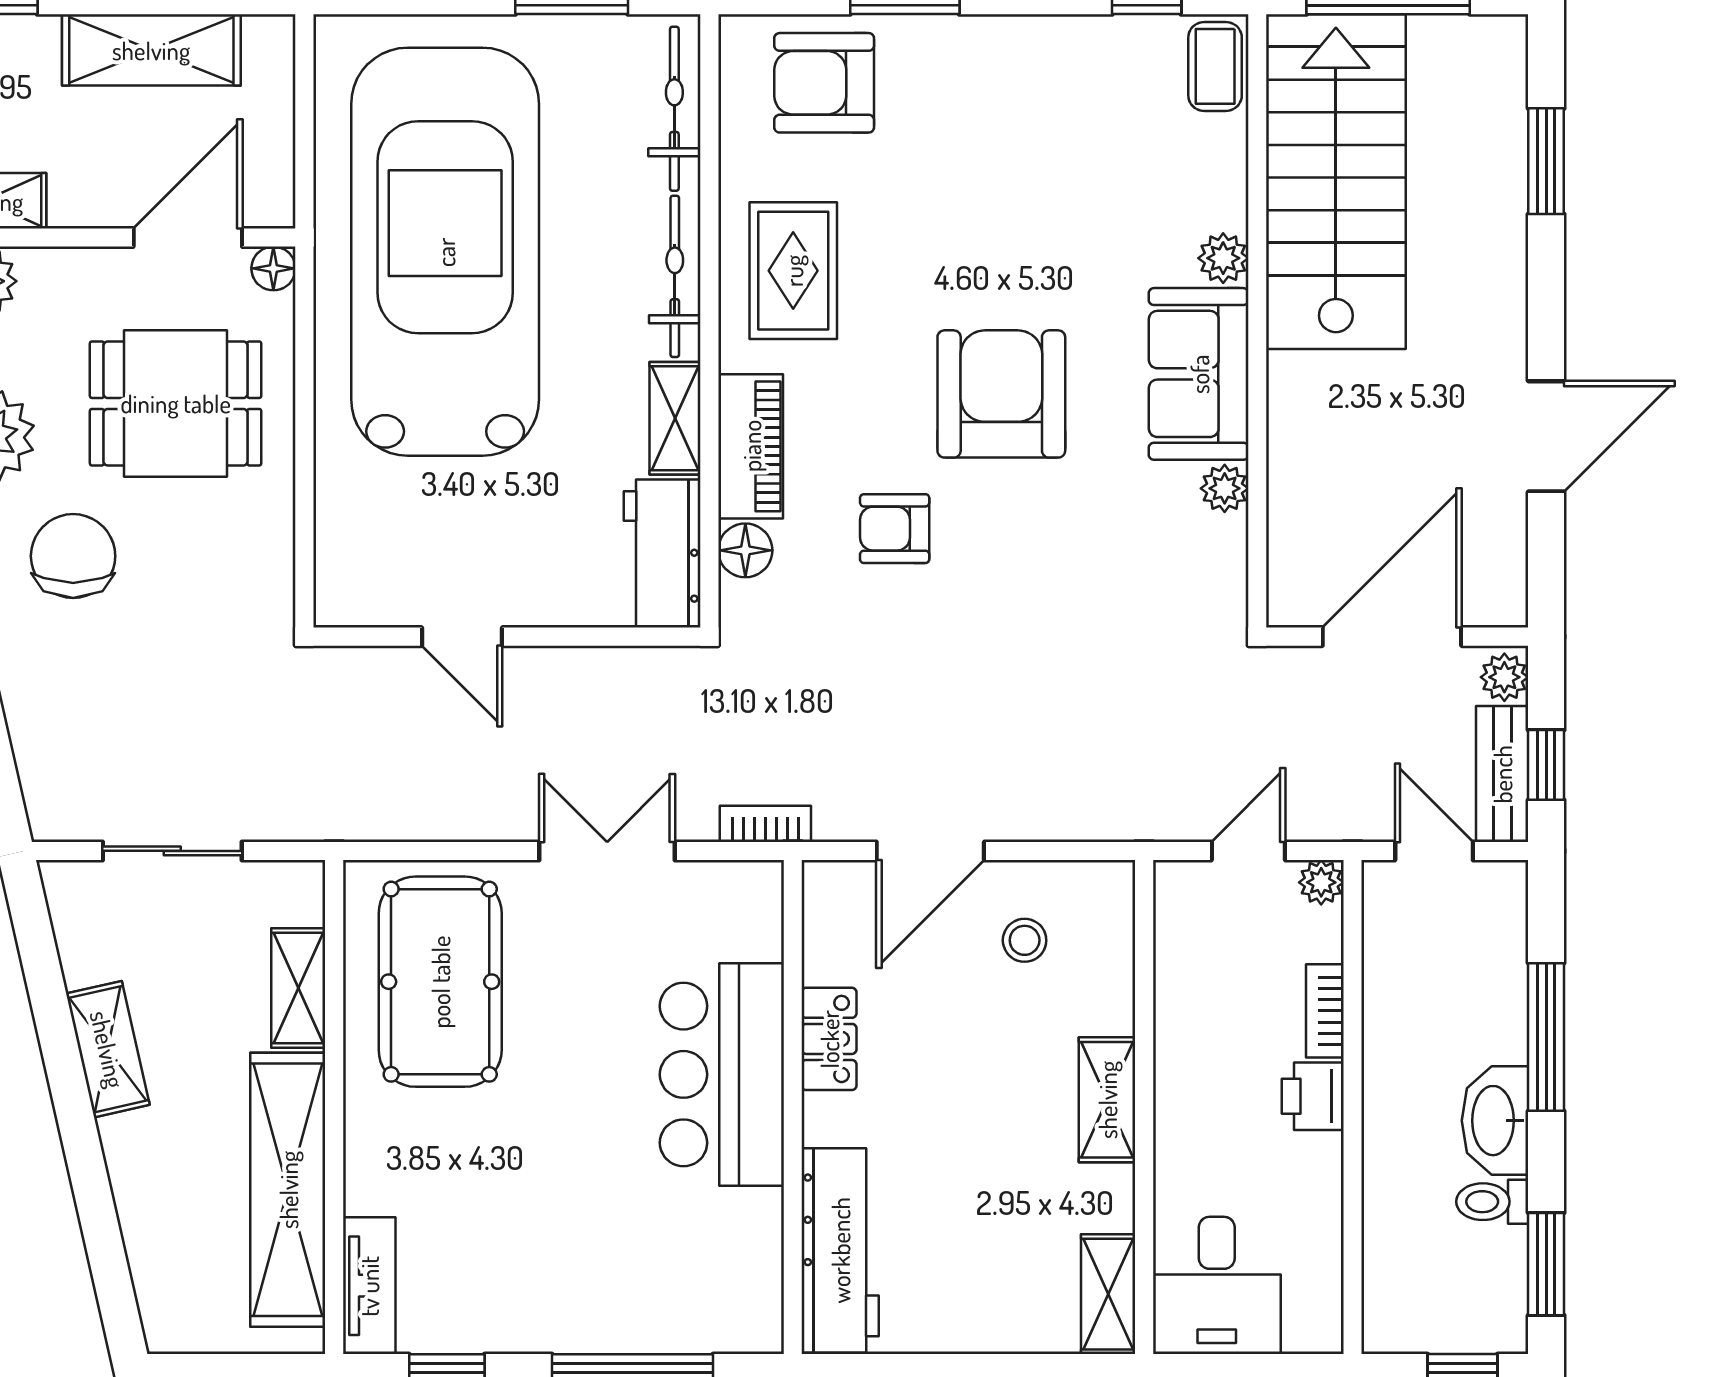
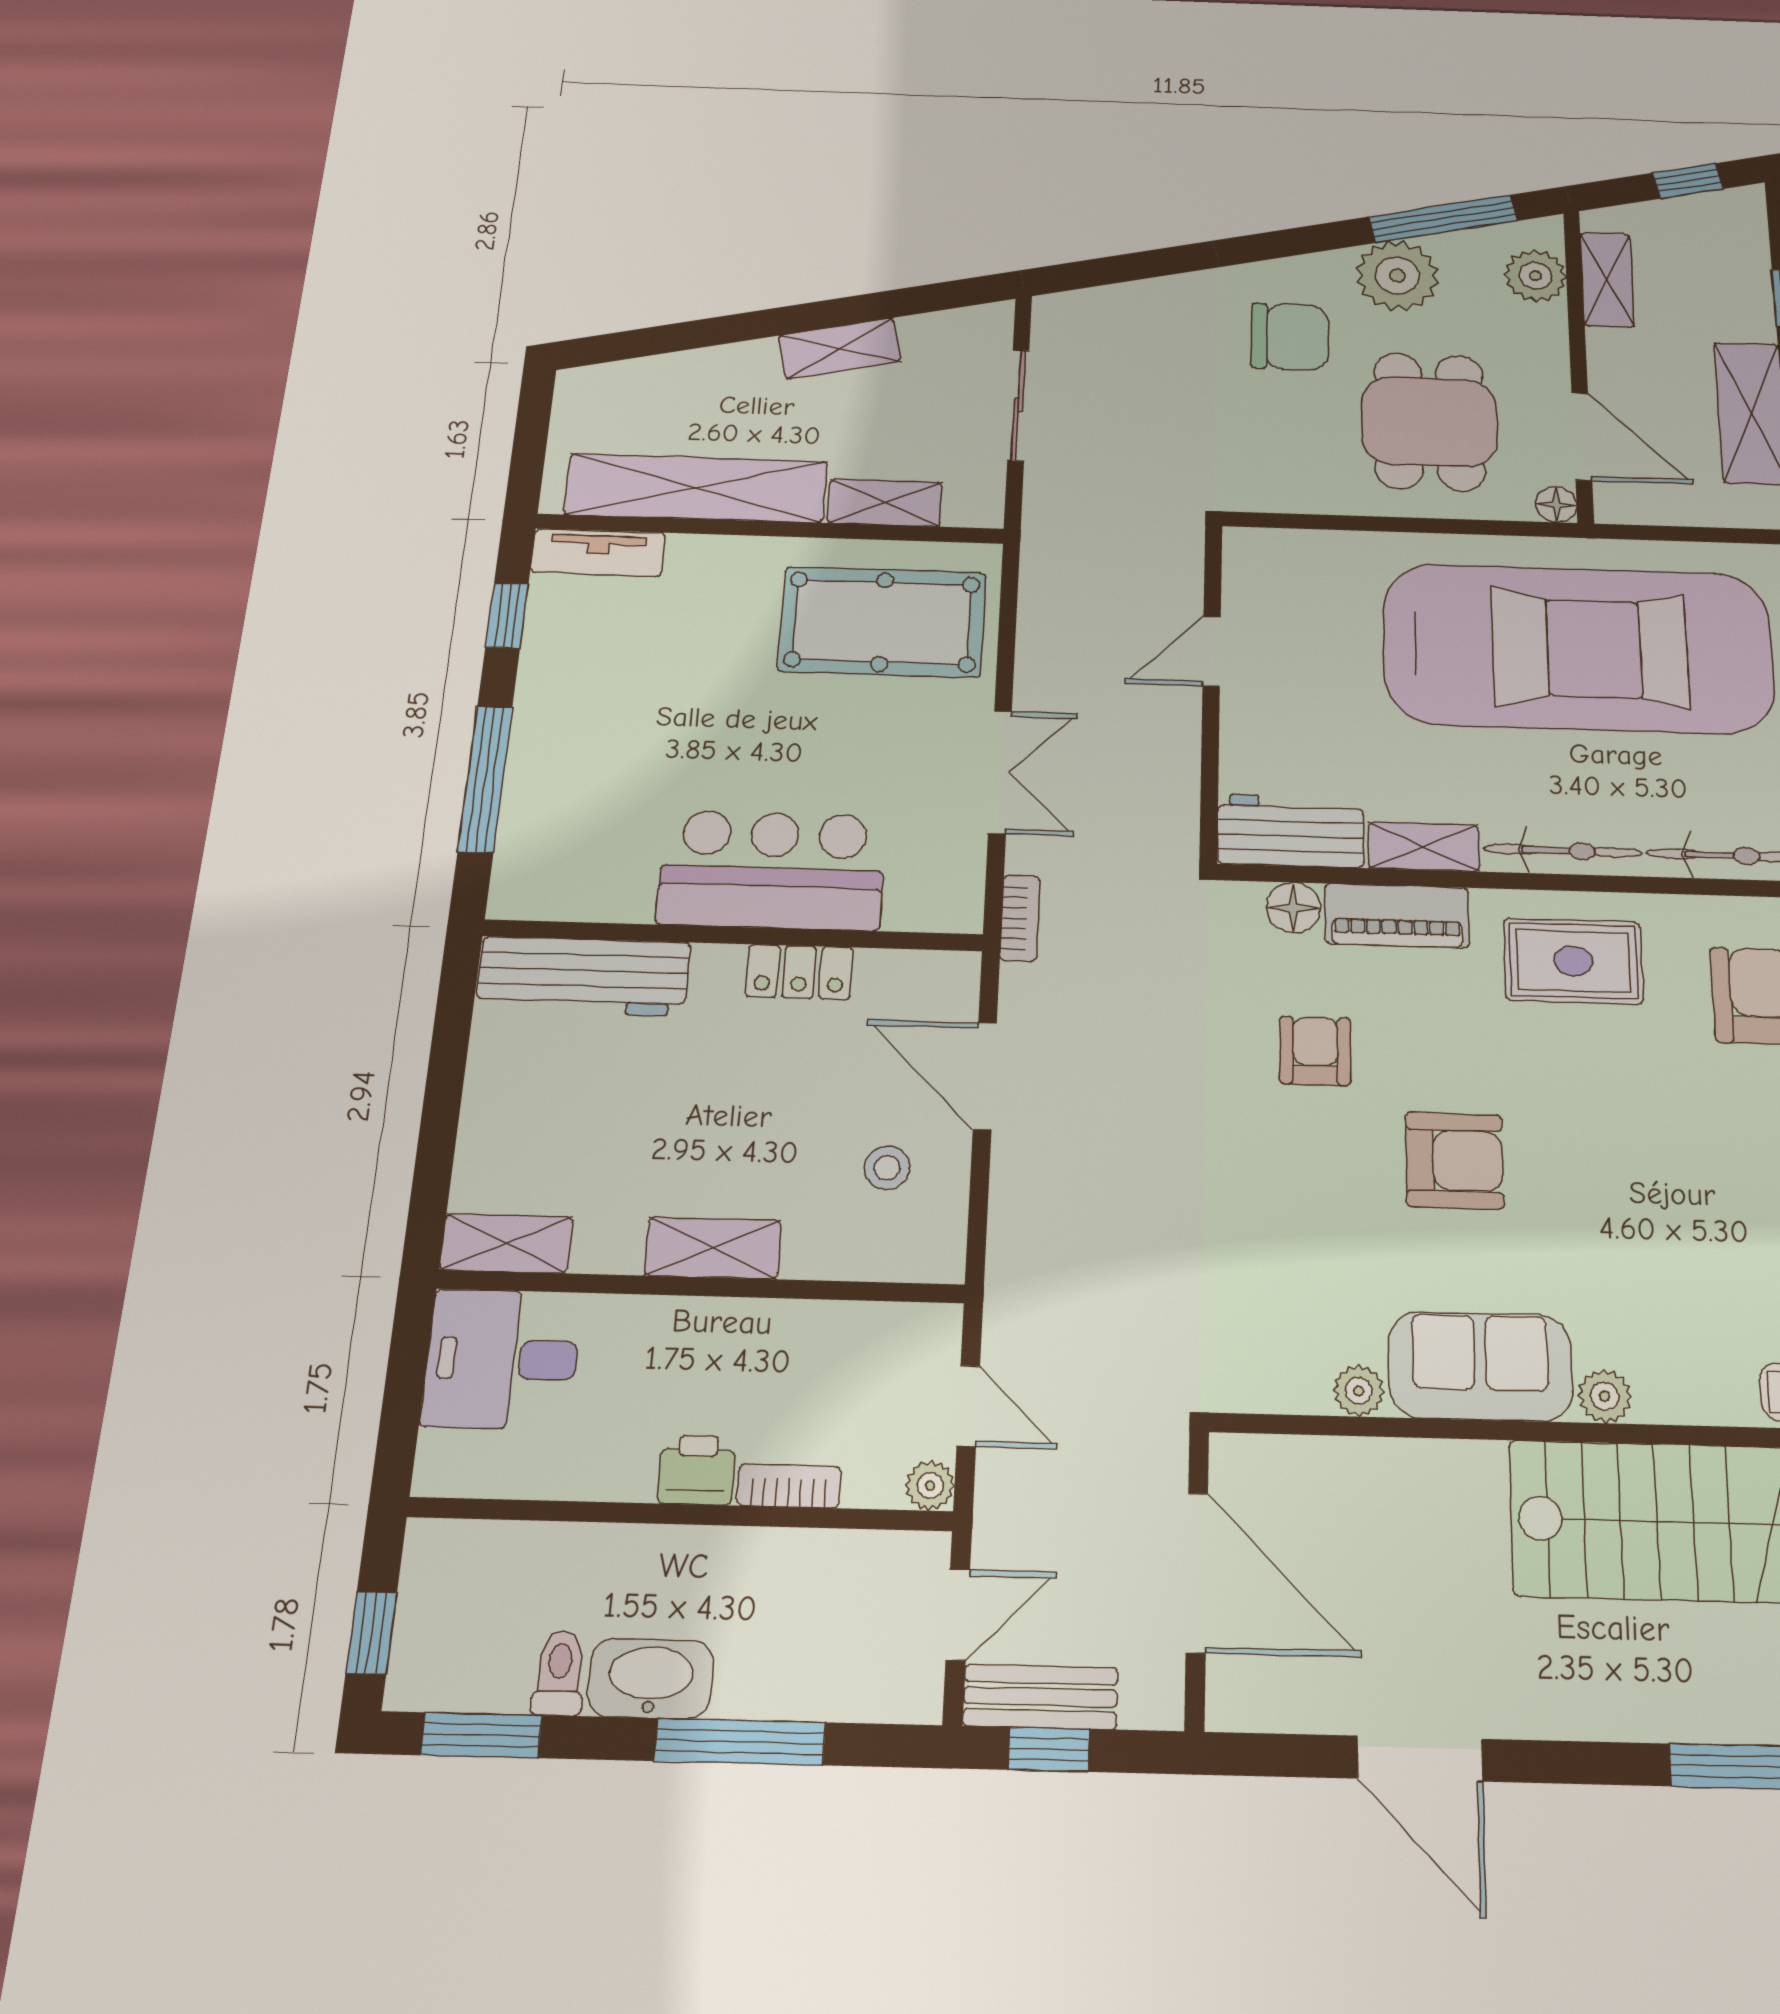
armchair: (1001, 394) -> (1454, 1161), width x0.73, depth x0.73
plant: (1504, 677) -> (1149, 1702), removed

